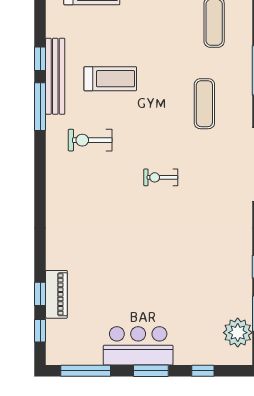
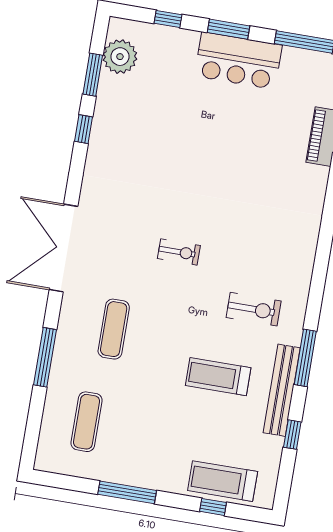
window: (40, 59) -> (292, 435), moved

